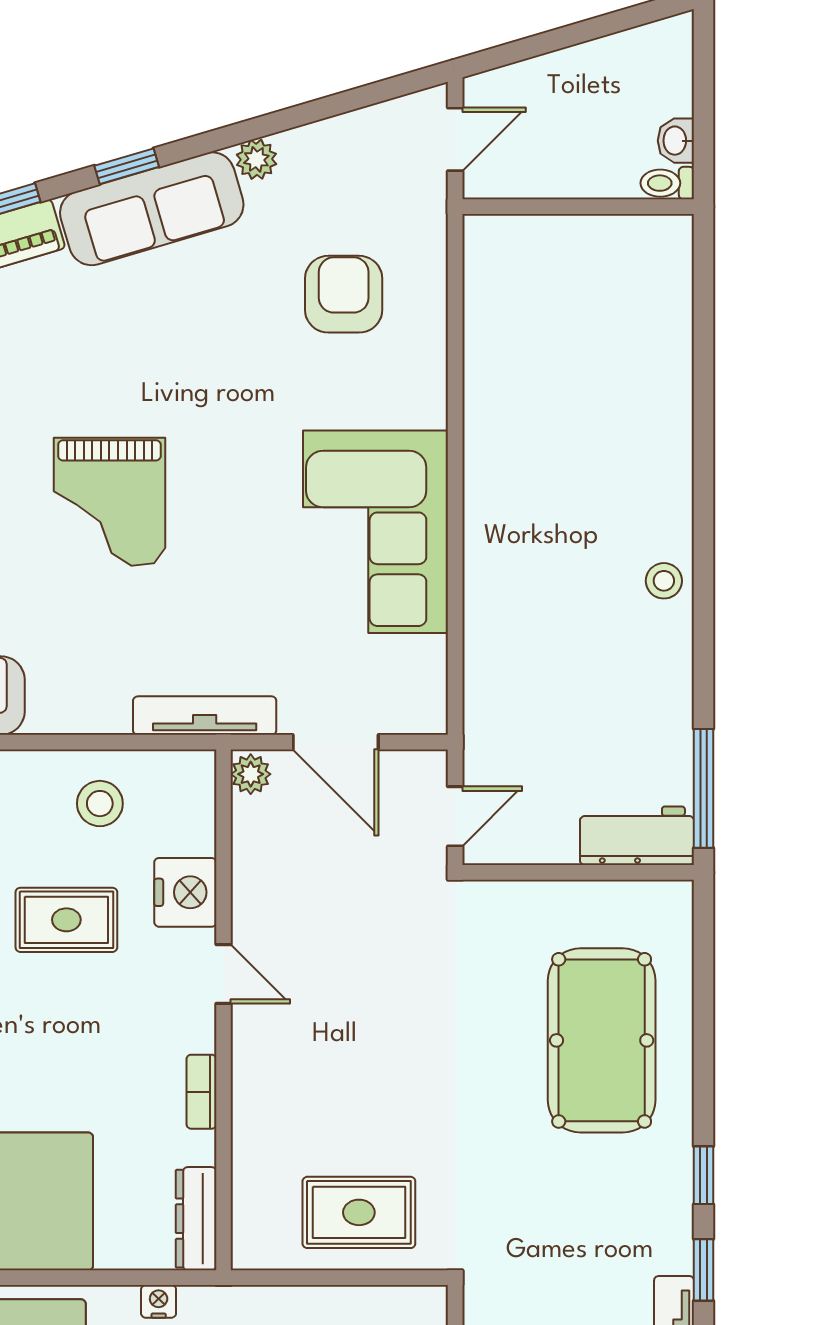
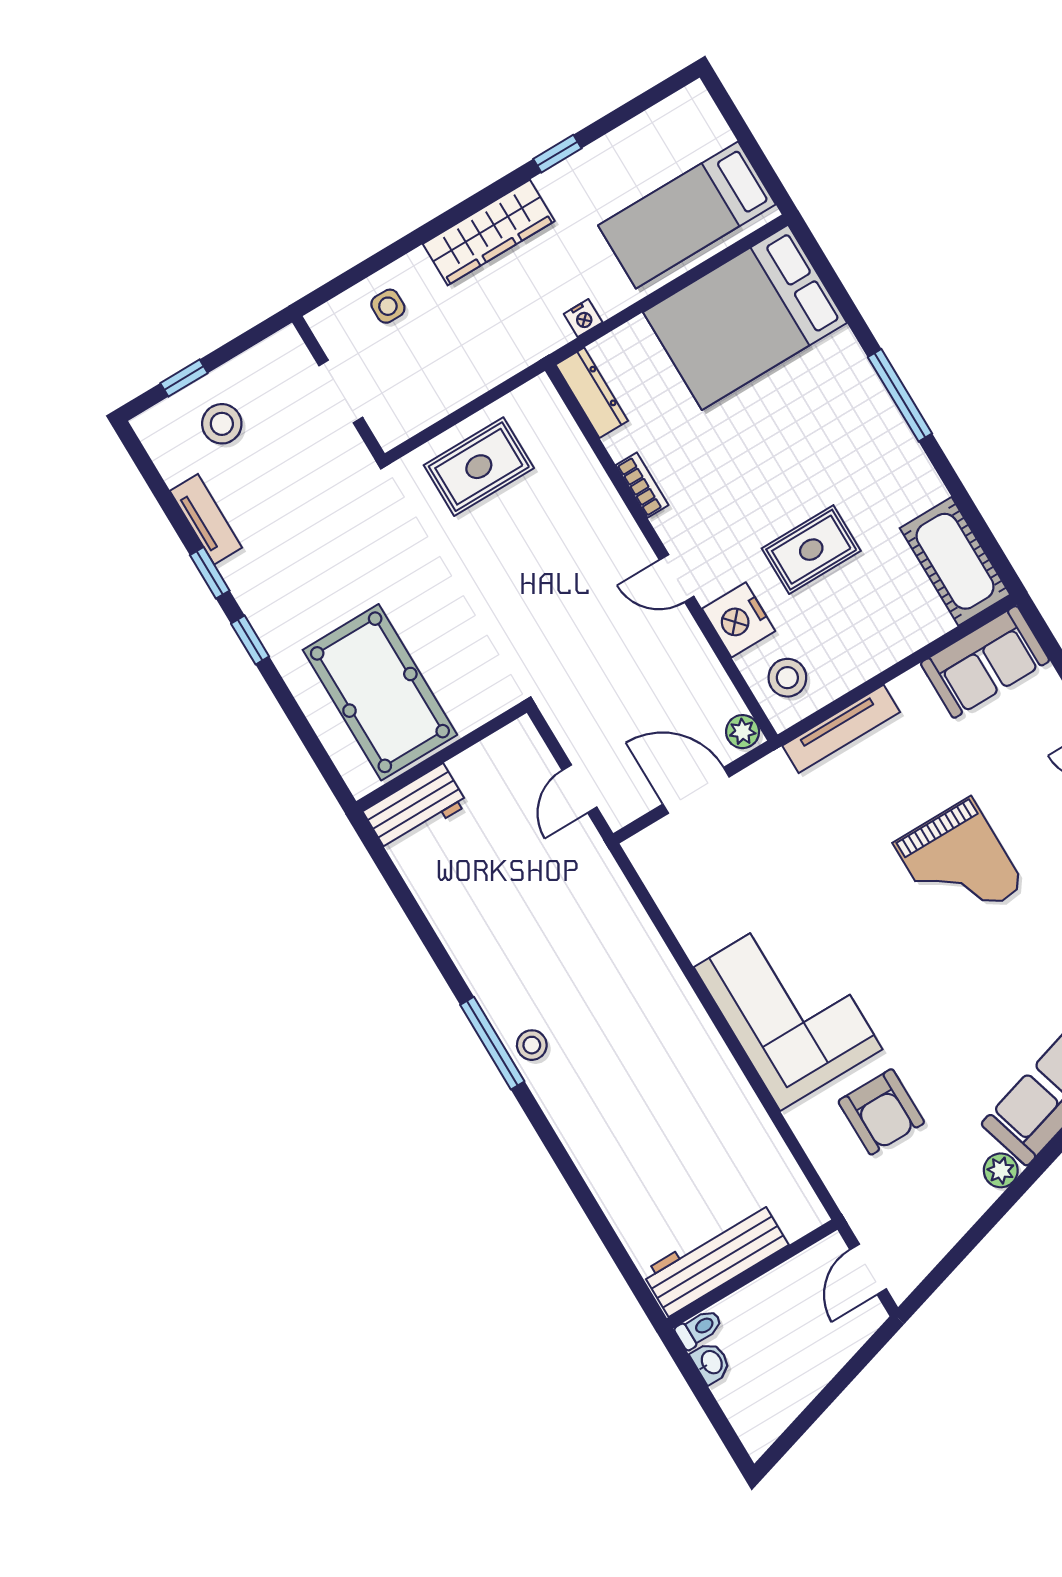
workbench: (607, 246) -> (715, 1258), added
grand piano: (109, 502) -> (959, 865), turned 180
corner sofa: (376, 532) -> (788, 1008), moved
tv unit: (205, 716) -> (841, 729), moved
window: (704, 788) -> (492, 1043), moved
stool: (100, 804) -> (787, 678), moved
workbench: (637, 836) -> (415, 808), moved
wall: (578, 872) -> (442, 757), moved

